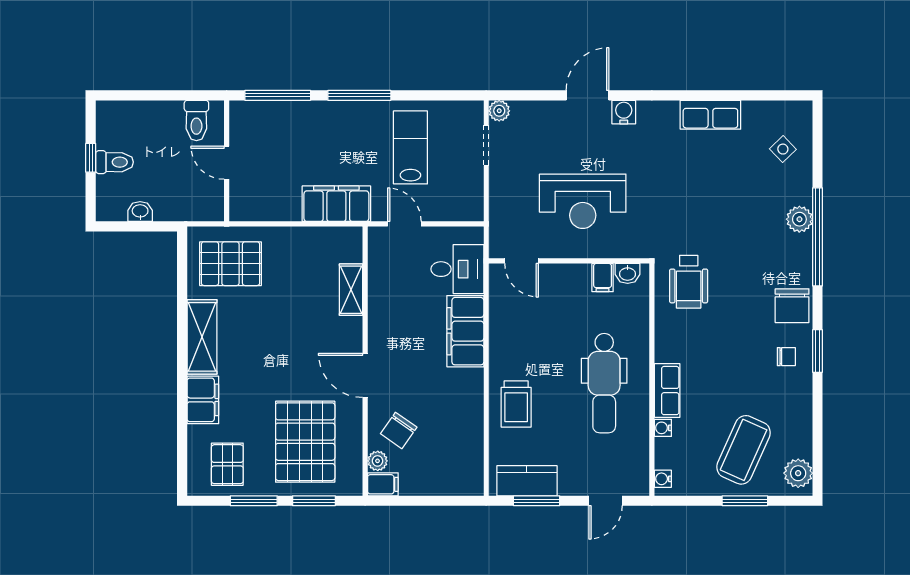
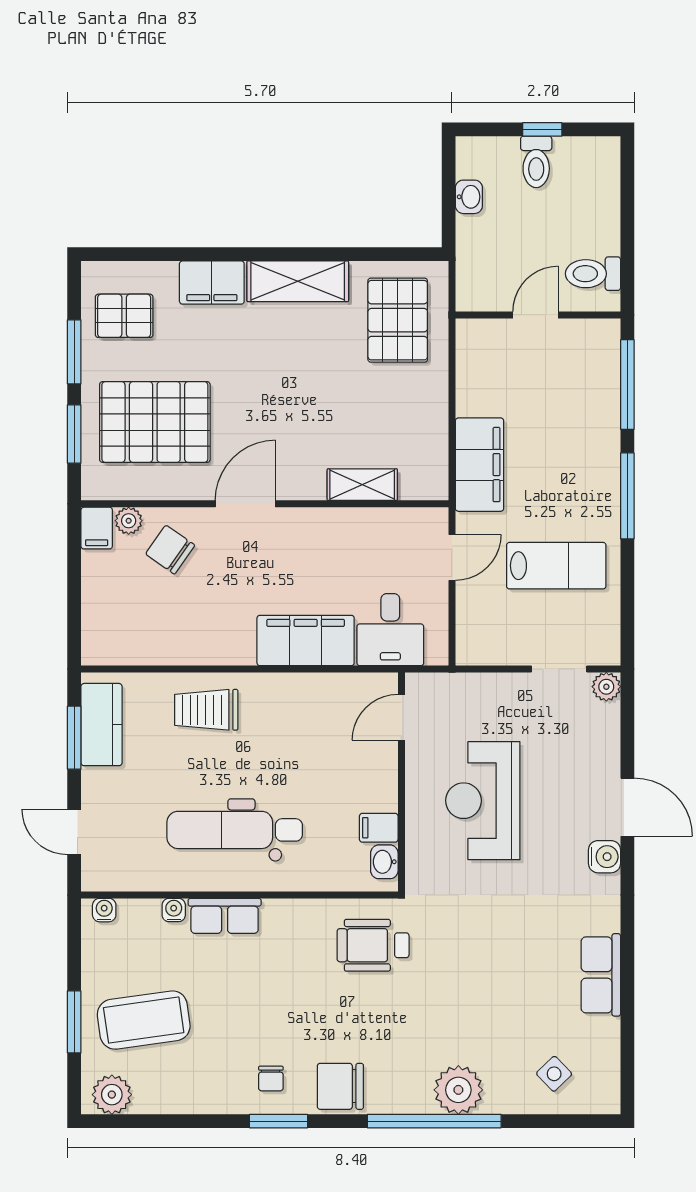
plant: (799, 219) -> (458, 1090), width x1.36, depth x1.36
coffee table: (744, 450) -> (144, 1020), turned -32

